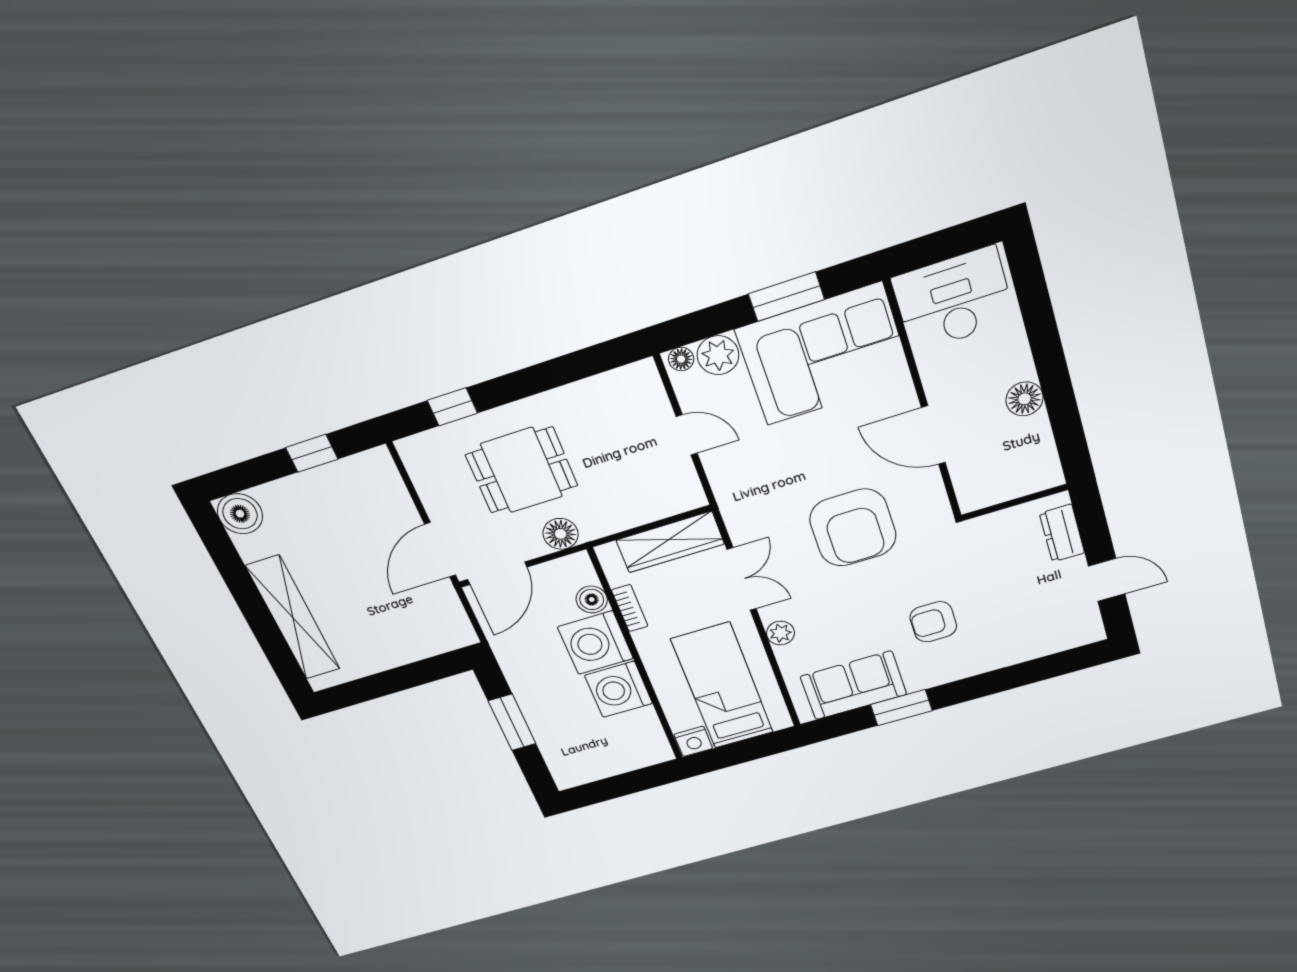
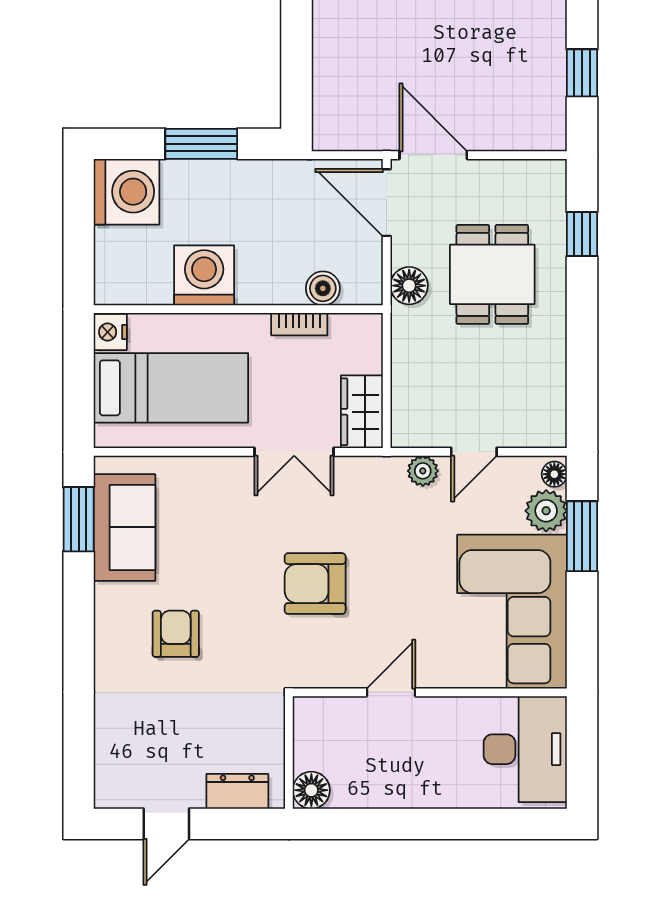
window: (786, 297) -> (582, 536), moved
floor lamp: (1025, 399) -> (311, 790), moved
door: (933, 435) -> (391, 692), width x0.73
armchair: (853, 528) -> (315, 584), width x0.73, depth x0.73
wardrobe: (670, 542) -> (362, 412), width x0.67
plant: (780, 633) -> (423, 471), moved
washing machine: (595, 643) -> (126, 192), moved, turned 90
window: (901, 708) -> (79, 519), moved

